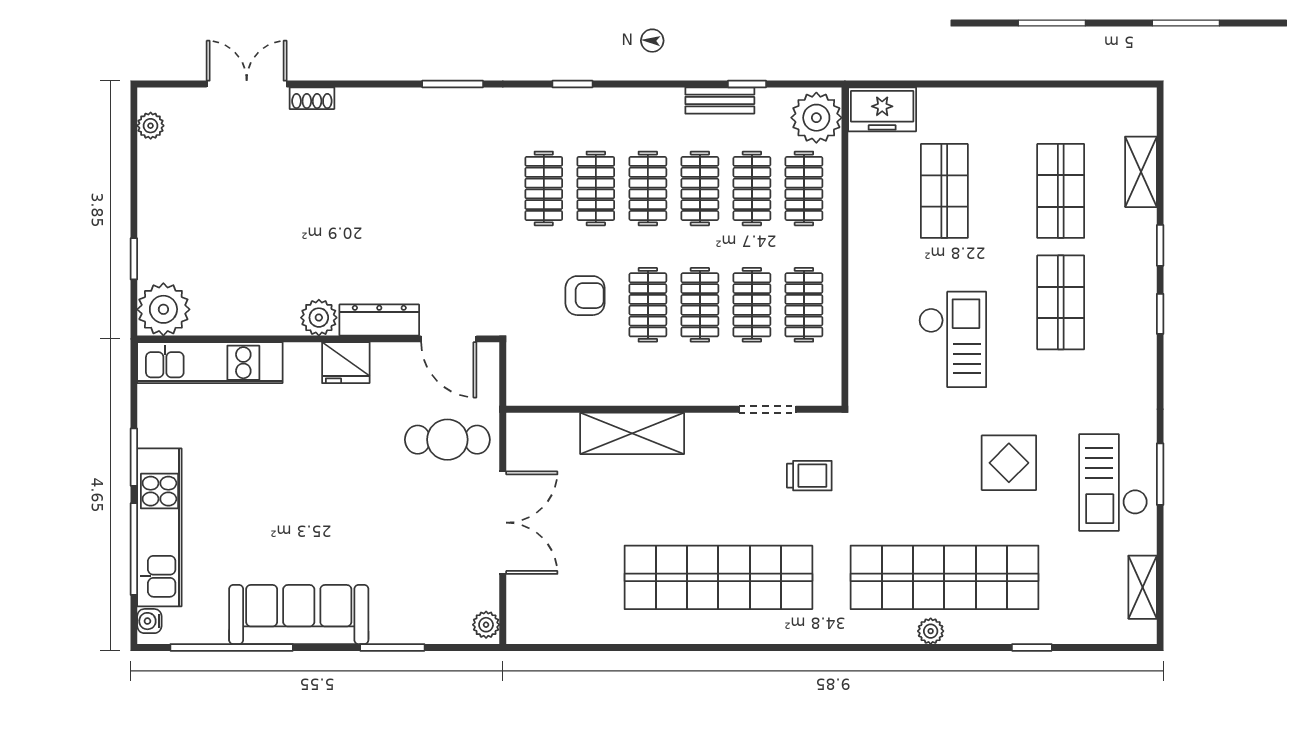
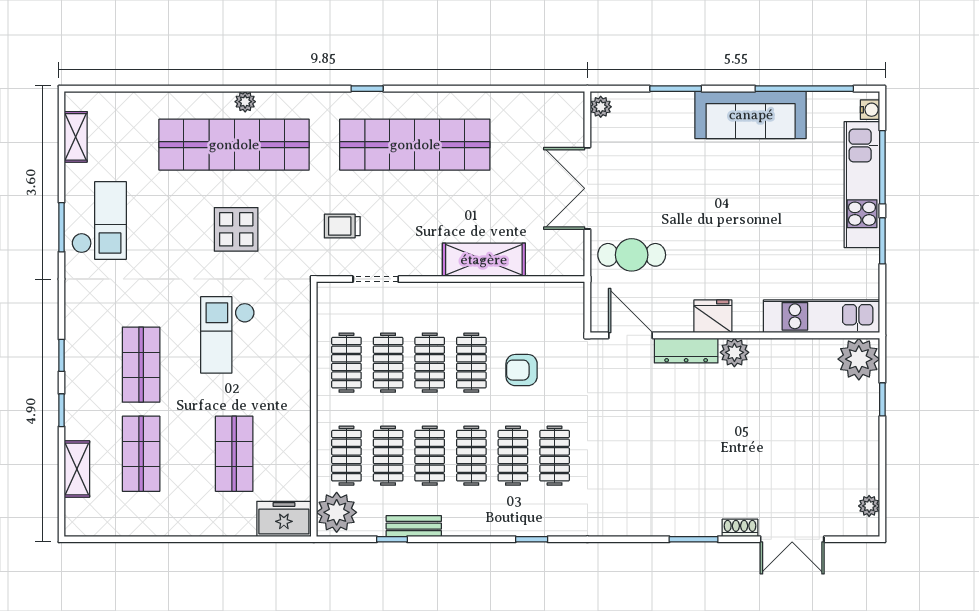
window: (453, 84) -> (694, 539), moved
display table: (1009, 463) -> (236, 229), moved
window: (1032, 647) -> (367, 89), moved

